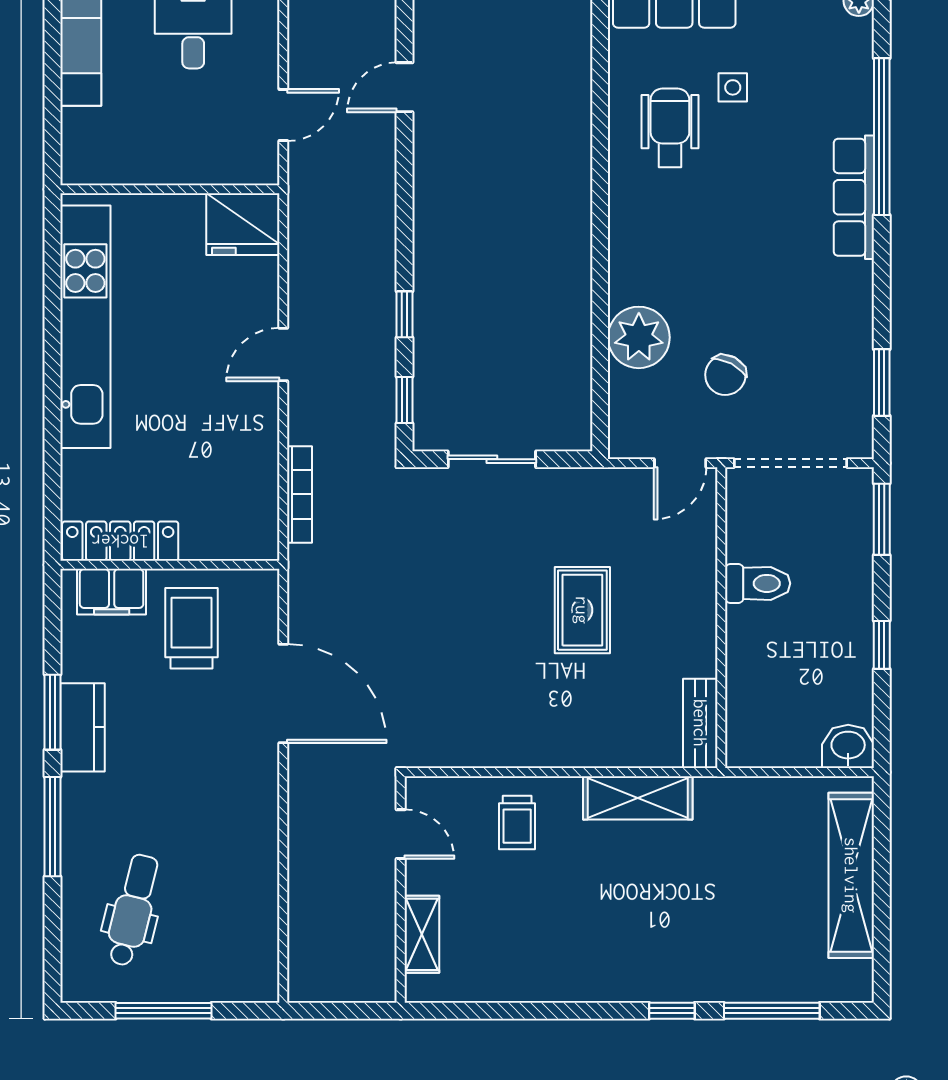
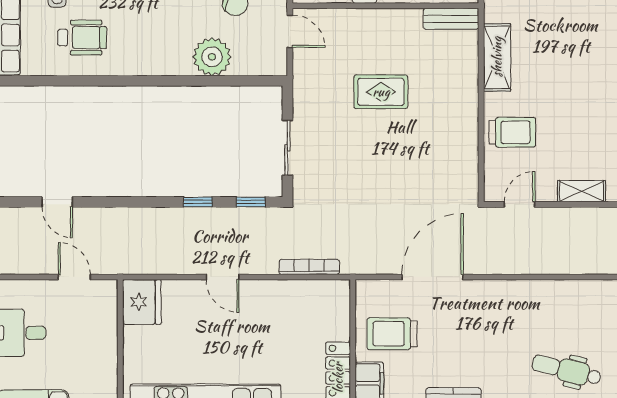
wheelchair: (670, 128) -> (82, 38), turned 180
trolley: (517, 822) -> (512, 132), width x1.36, depth x1.39

